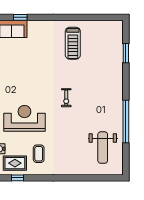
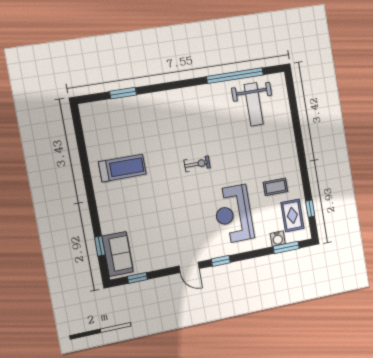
window: (126, 122) -> (235, 76), moved
weight bench: (103, 148) -> (254, 104), turned 90

